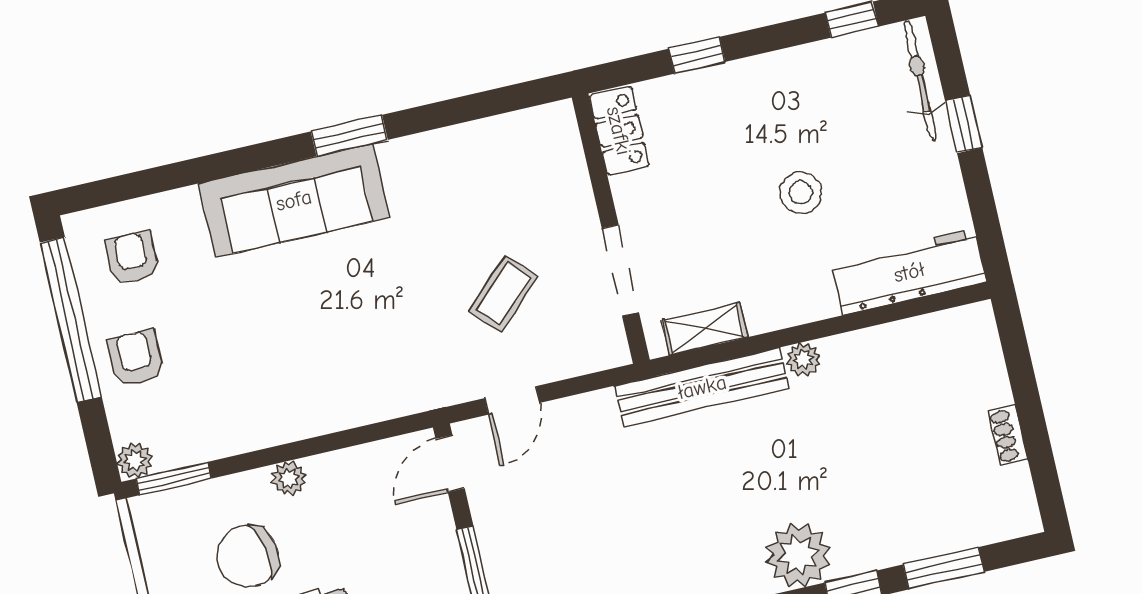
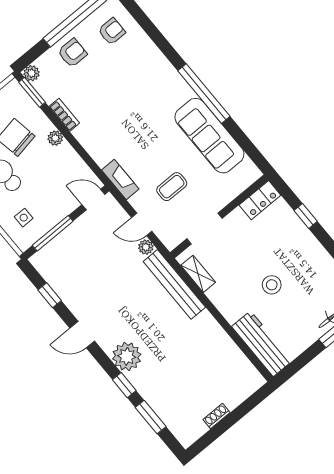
window: (349, 136) -> (204, 94), width x2.11
sofa: (294, 200) -> (209, 136), moved
coffee table: (503, 294) -> (172, 187), turned -46
plant: (803, 359) -> (146, 247), moved
fireplace: (437, 390) -> (120, 179), added
door: (512, 400) -> (142, 224), moved
bookcase: (251, 437) -> (64, 115), added

